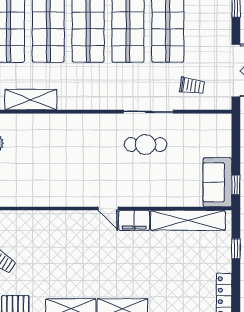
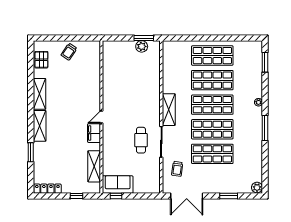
shelving: (31, 100) -> (169, 110), moved
shelving: (188, 220) -> (94, 166), width x0.68

